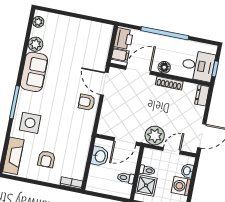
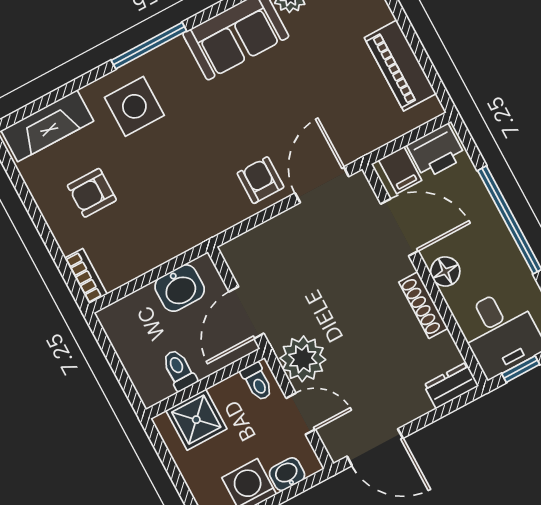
piano: (87, 28) -> (400, 66), added
door: (125, 141) -> (246, 313), hinge flipped
toilet: (147, 170) -> (257, 382), moved

